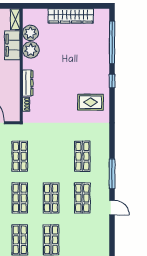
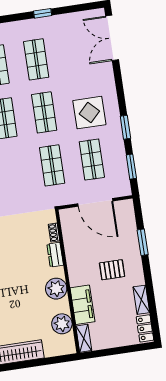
plant: (31, 50) -> (56, 289), moved
dresser: (28, 83) -> (55, 255), width x0.70

